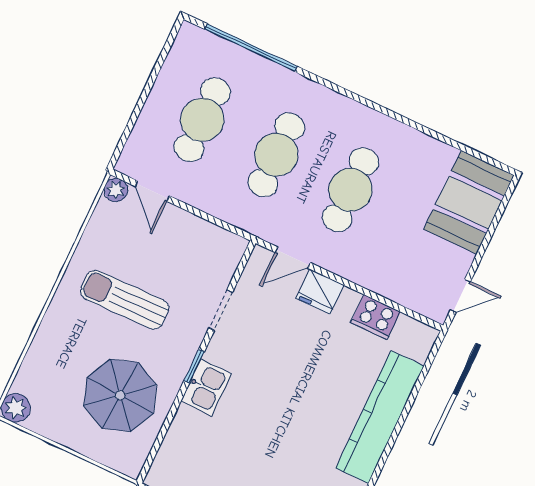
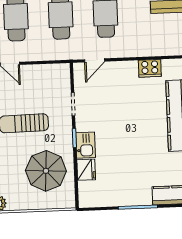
fridge: (320, 292) -> (86, 170), moved, turned -90

